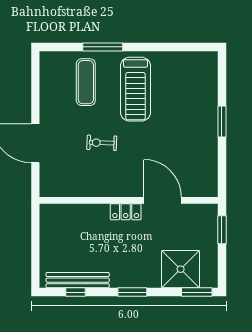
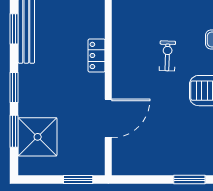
locker: (126, 212) -> (97, 55), moved
window: (75, 292) -> (14, 29), width x1.50
window: (197, 292) -> (14, 131), moved

